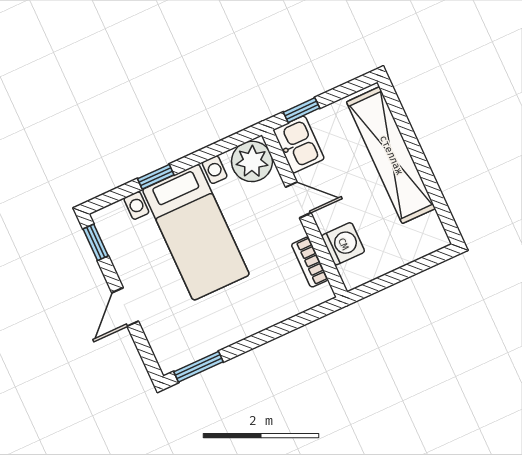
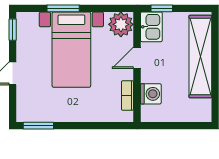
window: (156, 177) -> (63, 8), width x1.50
door: (298, 200) -> (137, 58), swing flipped

